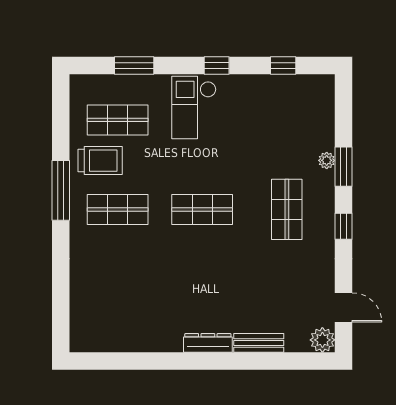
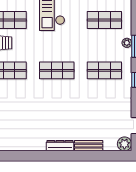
shop shelf: (287, 120) -> (104, 20), added
shop shelf: (287, 209) -> (104, 70), turned 90

